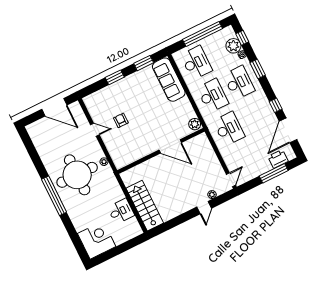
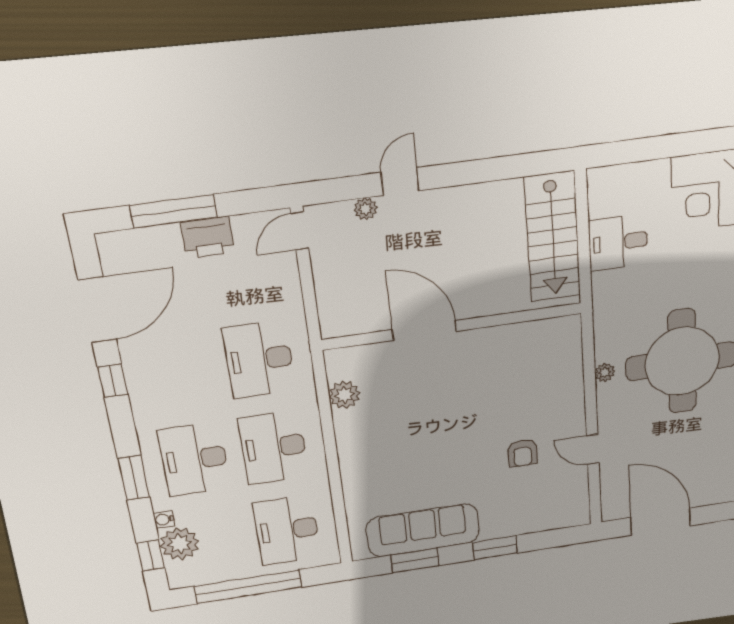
sofa: (169, 80) -> (423, 530), moved, turned -90
door: (170, 146) -> (424, 330), moved
wall: (161, 151) -> (452, 326), moved
printer: (278, 159) -> (208, 237), moved

